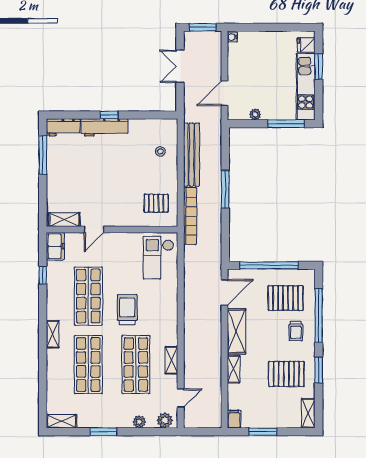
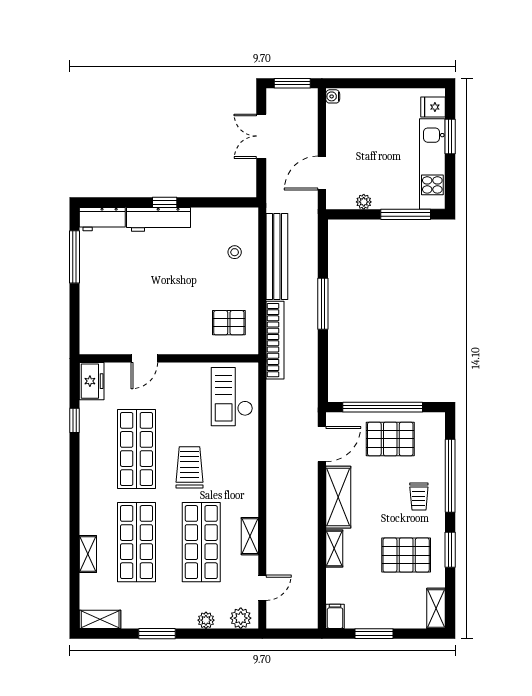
shelving: (64, 220) -> (104, 345), removed
pallet: (286, 298) -> (390, 439), moved
shelving: (53, 334) -> (88, 554), moved

